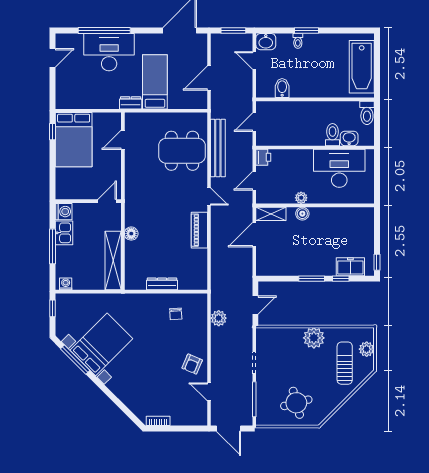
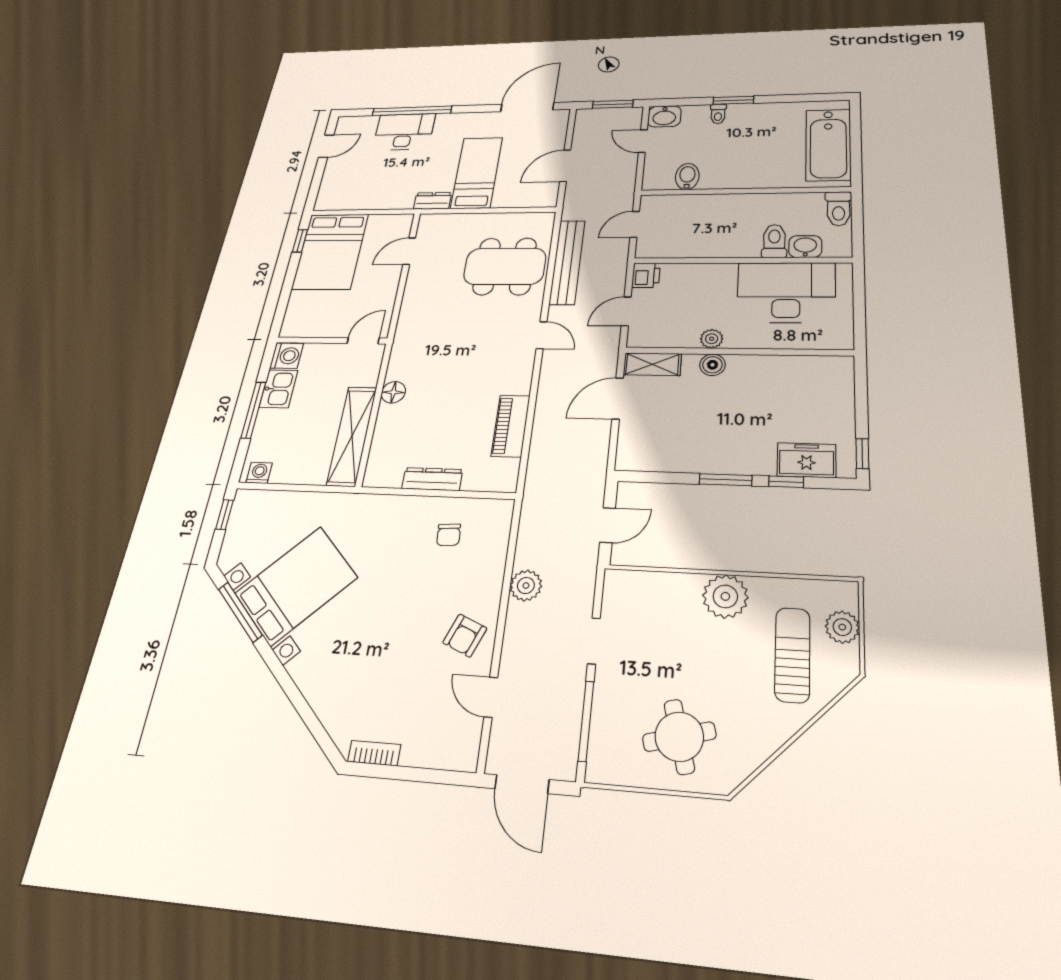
desk: (109, 52) -> (404, 132), width x0.73, depth x0.77
piano: (199, 230) -> (511, 426), moved
plant: (219, 318) -> (526, 586), moved

